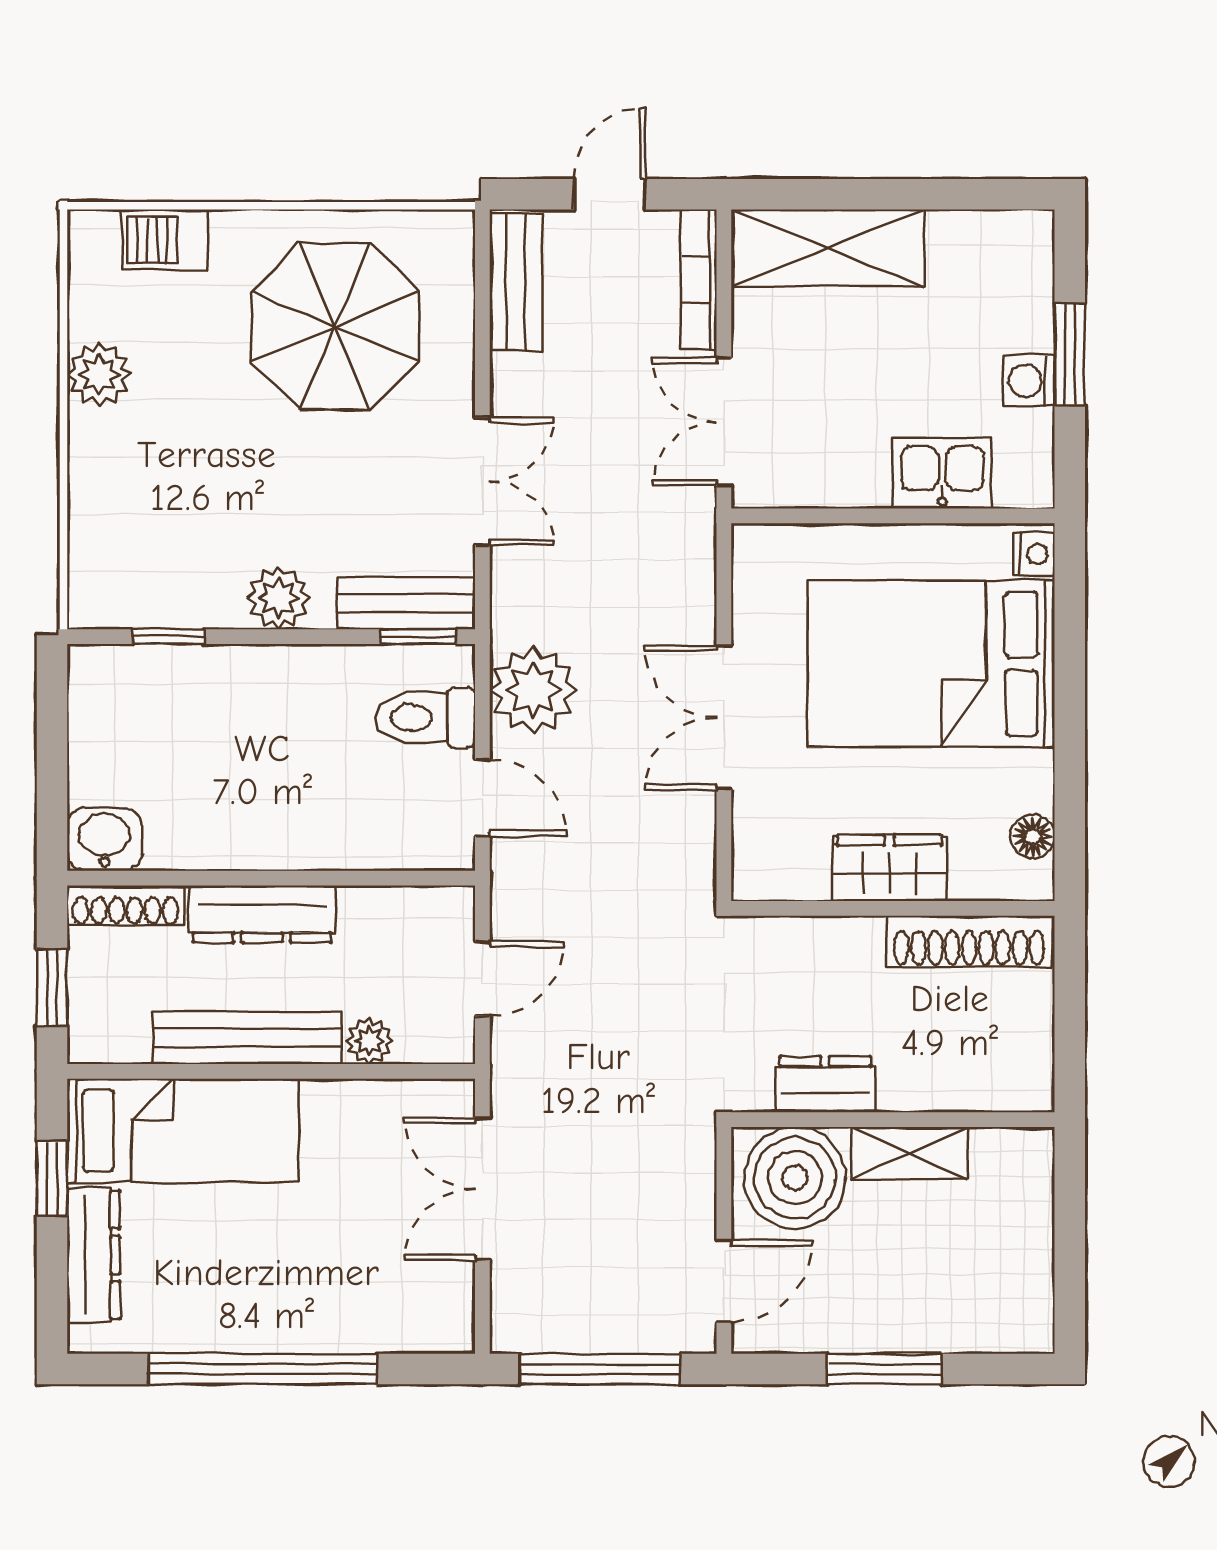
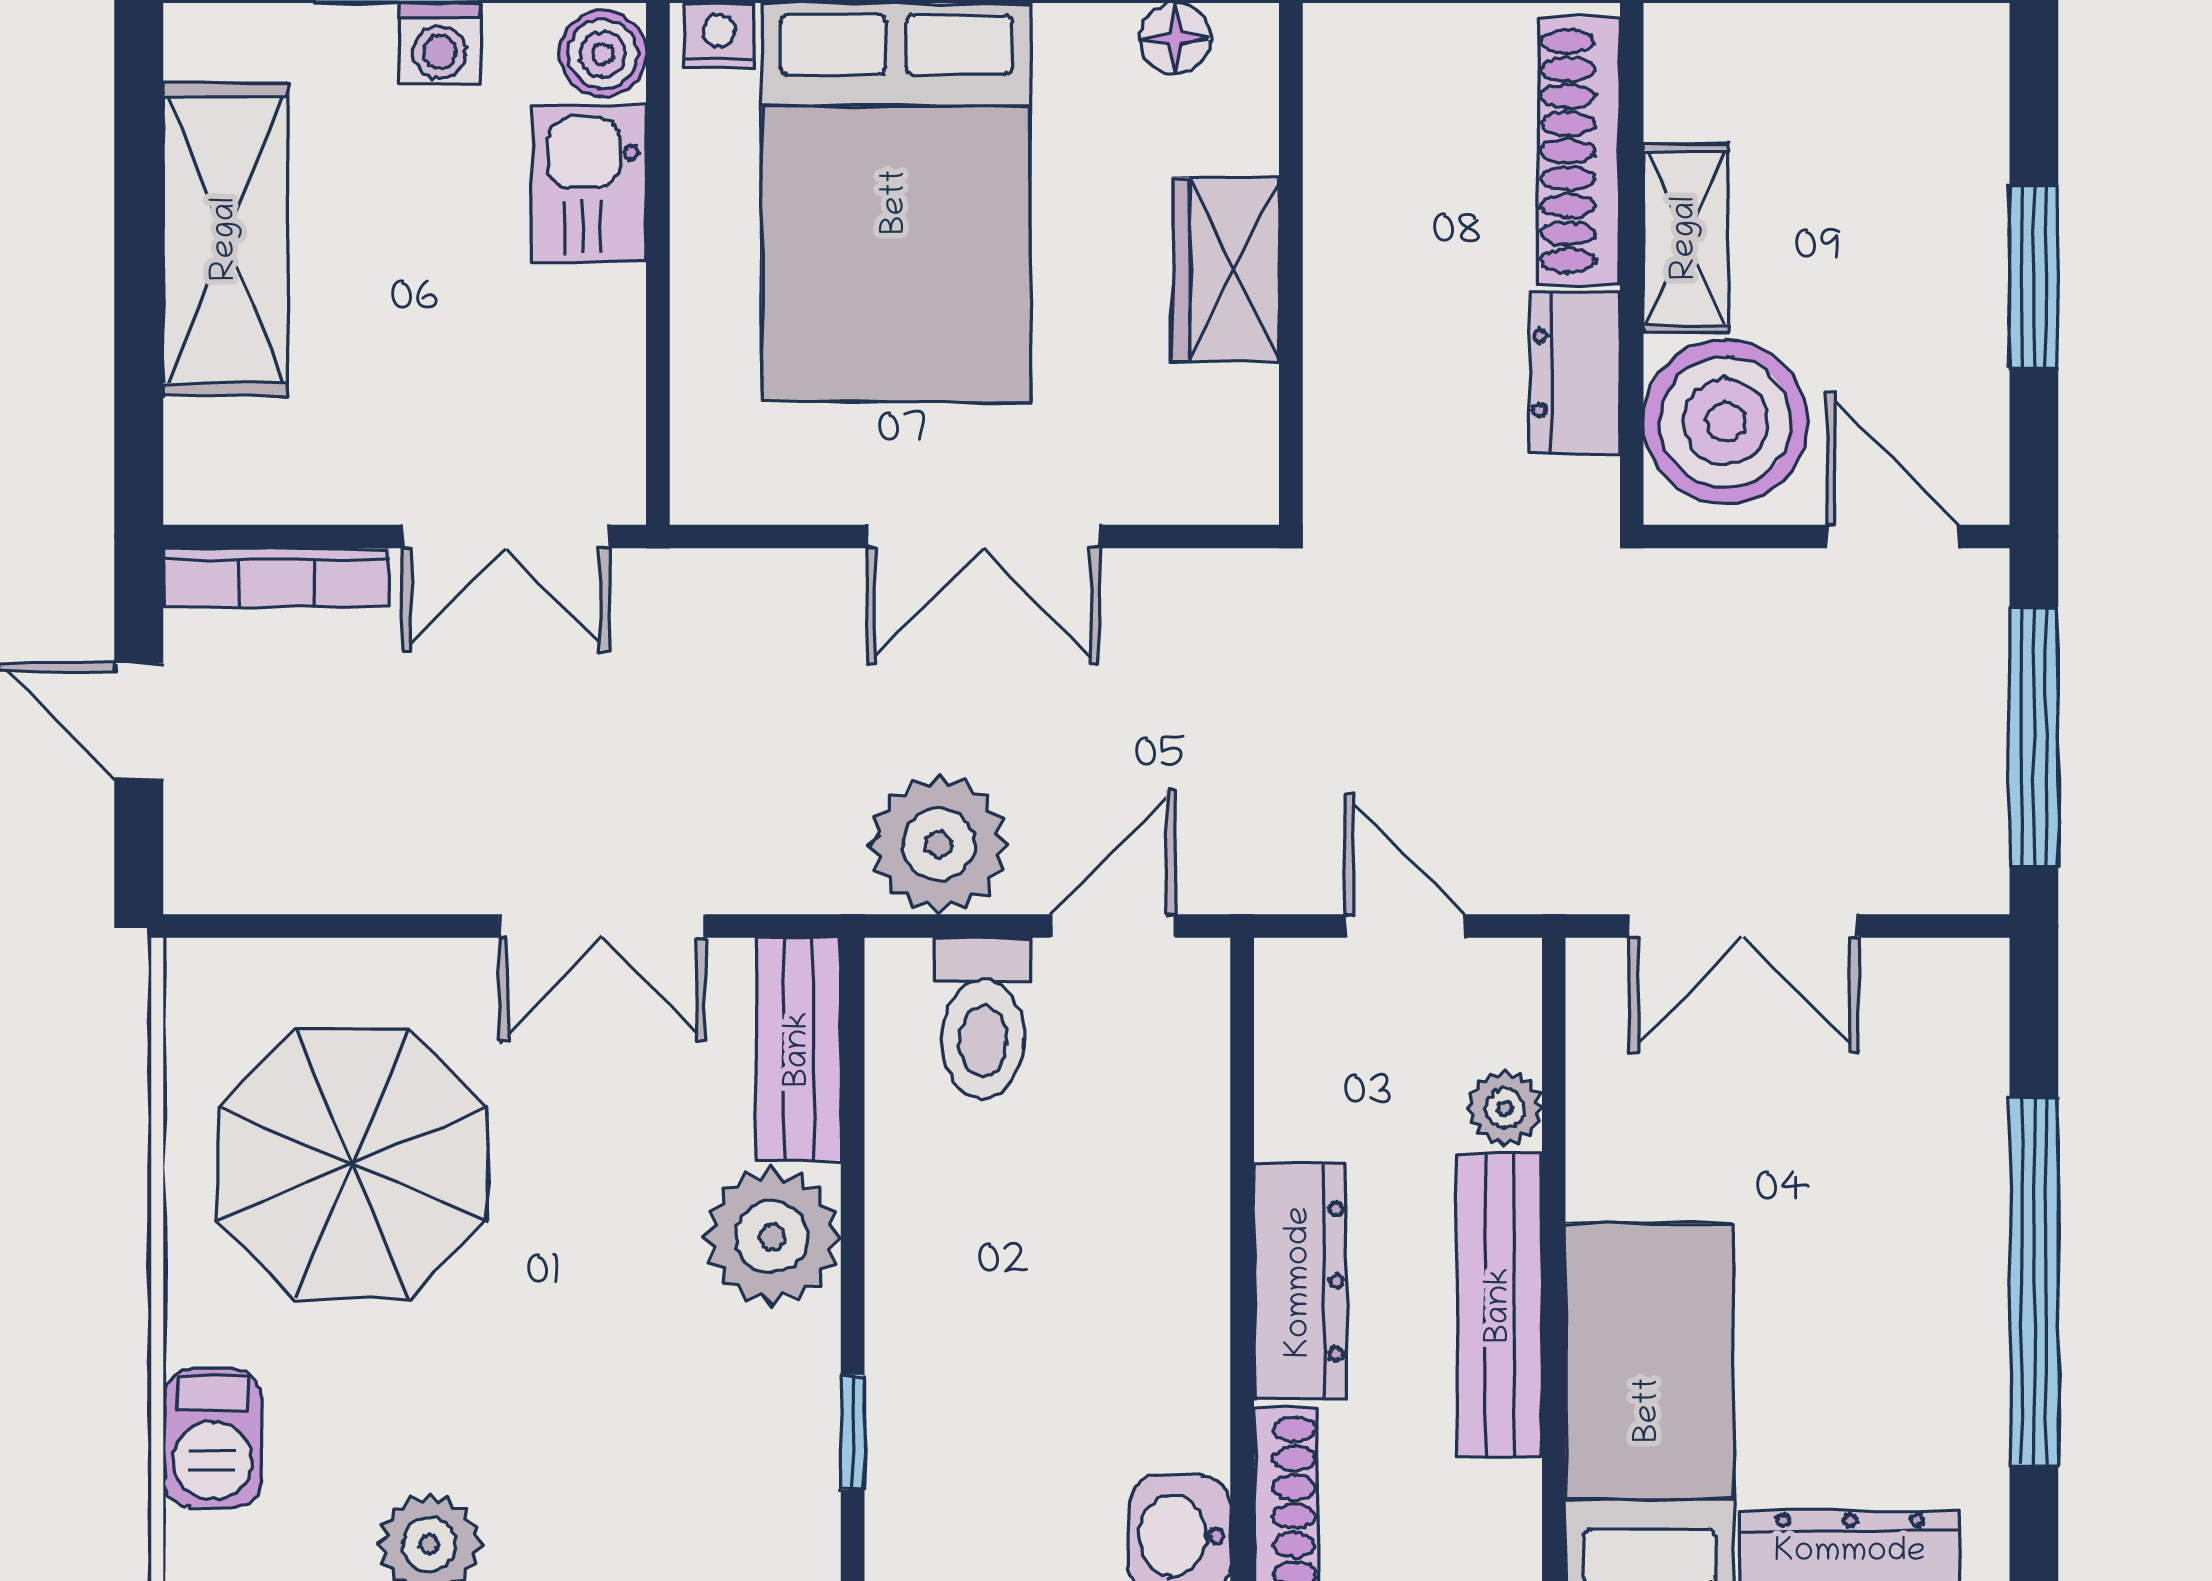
shelving: (828, 248) -> (226, 239), moved
bench: (516, 282) -> (280, 872), removed
double door: (482, 481) -> (602, 926), swing flipped
boiler: (1023, 482) -> (603, 54), added
plant: (278, 598) -> (772, 1237), width x1.36, depth x1.36
window: (419, 637) -> (853, 1029), removed
shoe rack: (969, 941) -> (1579, 151), moved, turned 180

